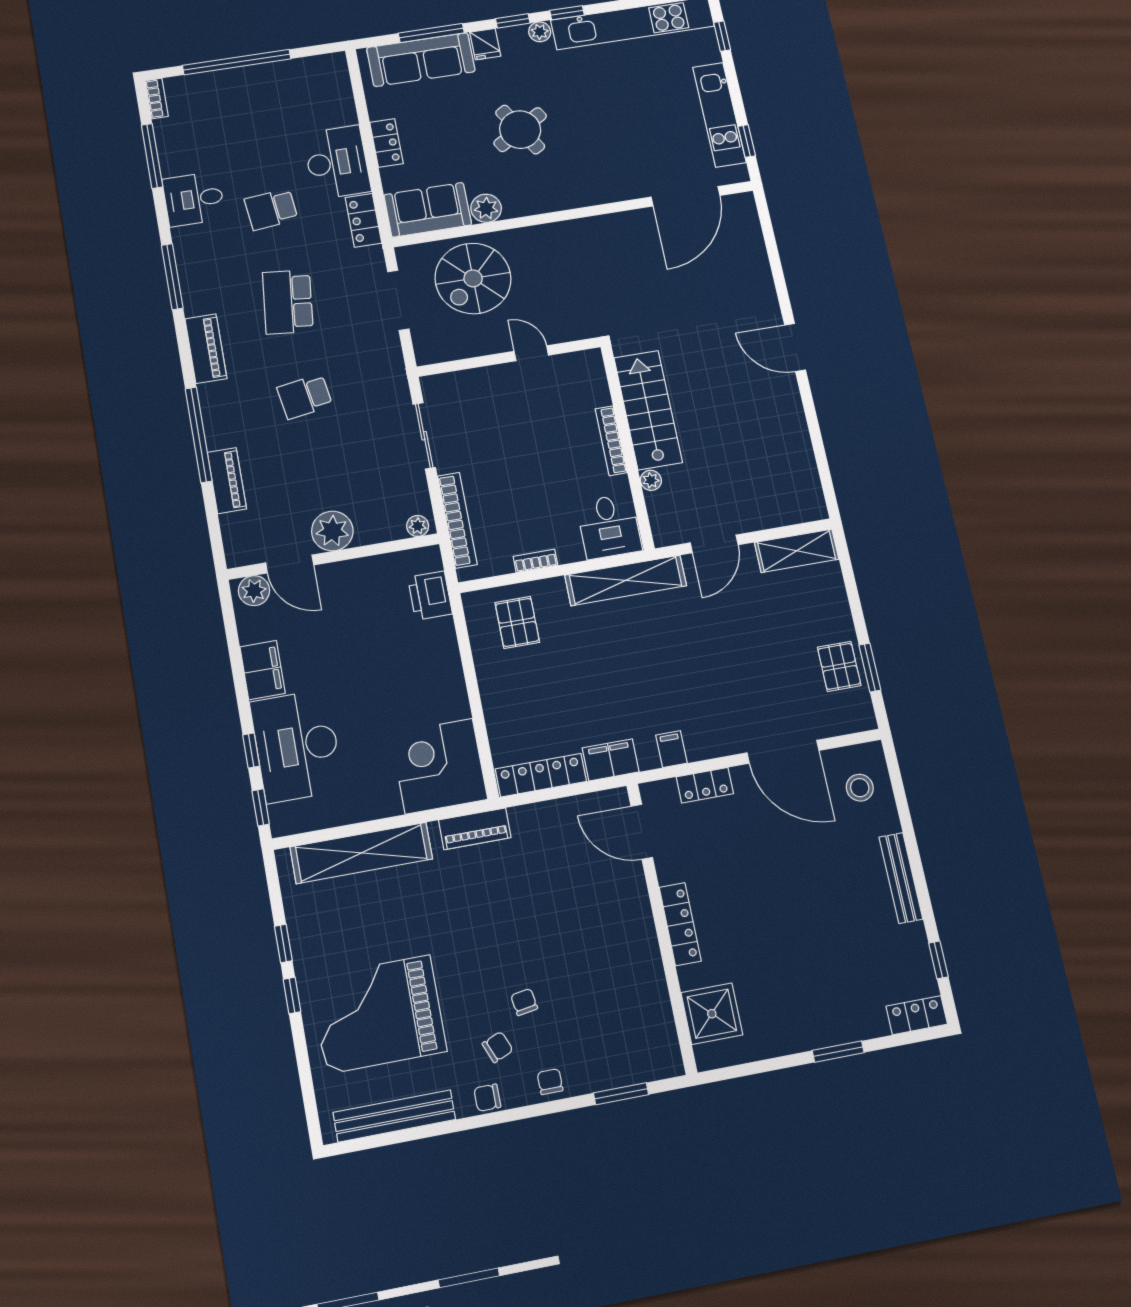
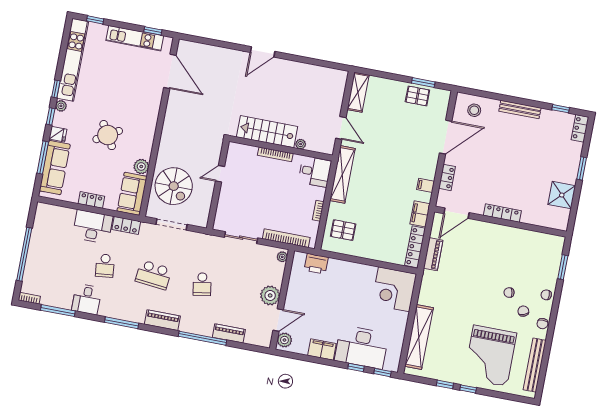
piano: (475, 829) -> (433, 254), moved
shower: (712, 1014) -> (562, 195), moved

